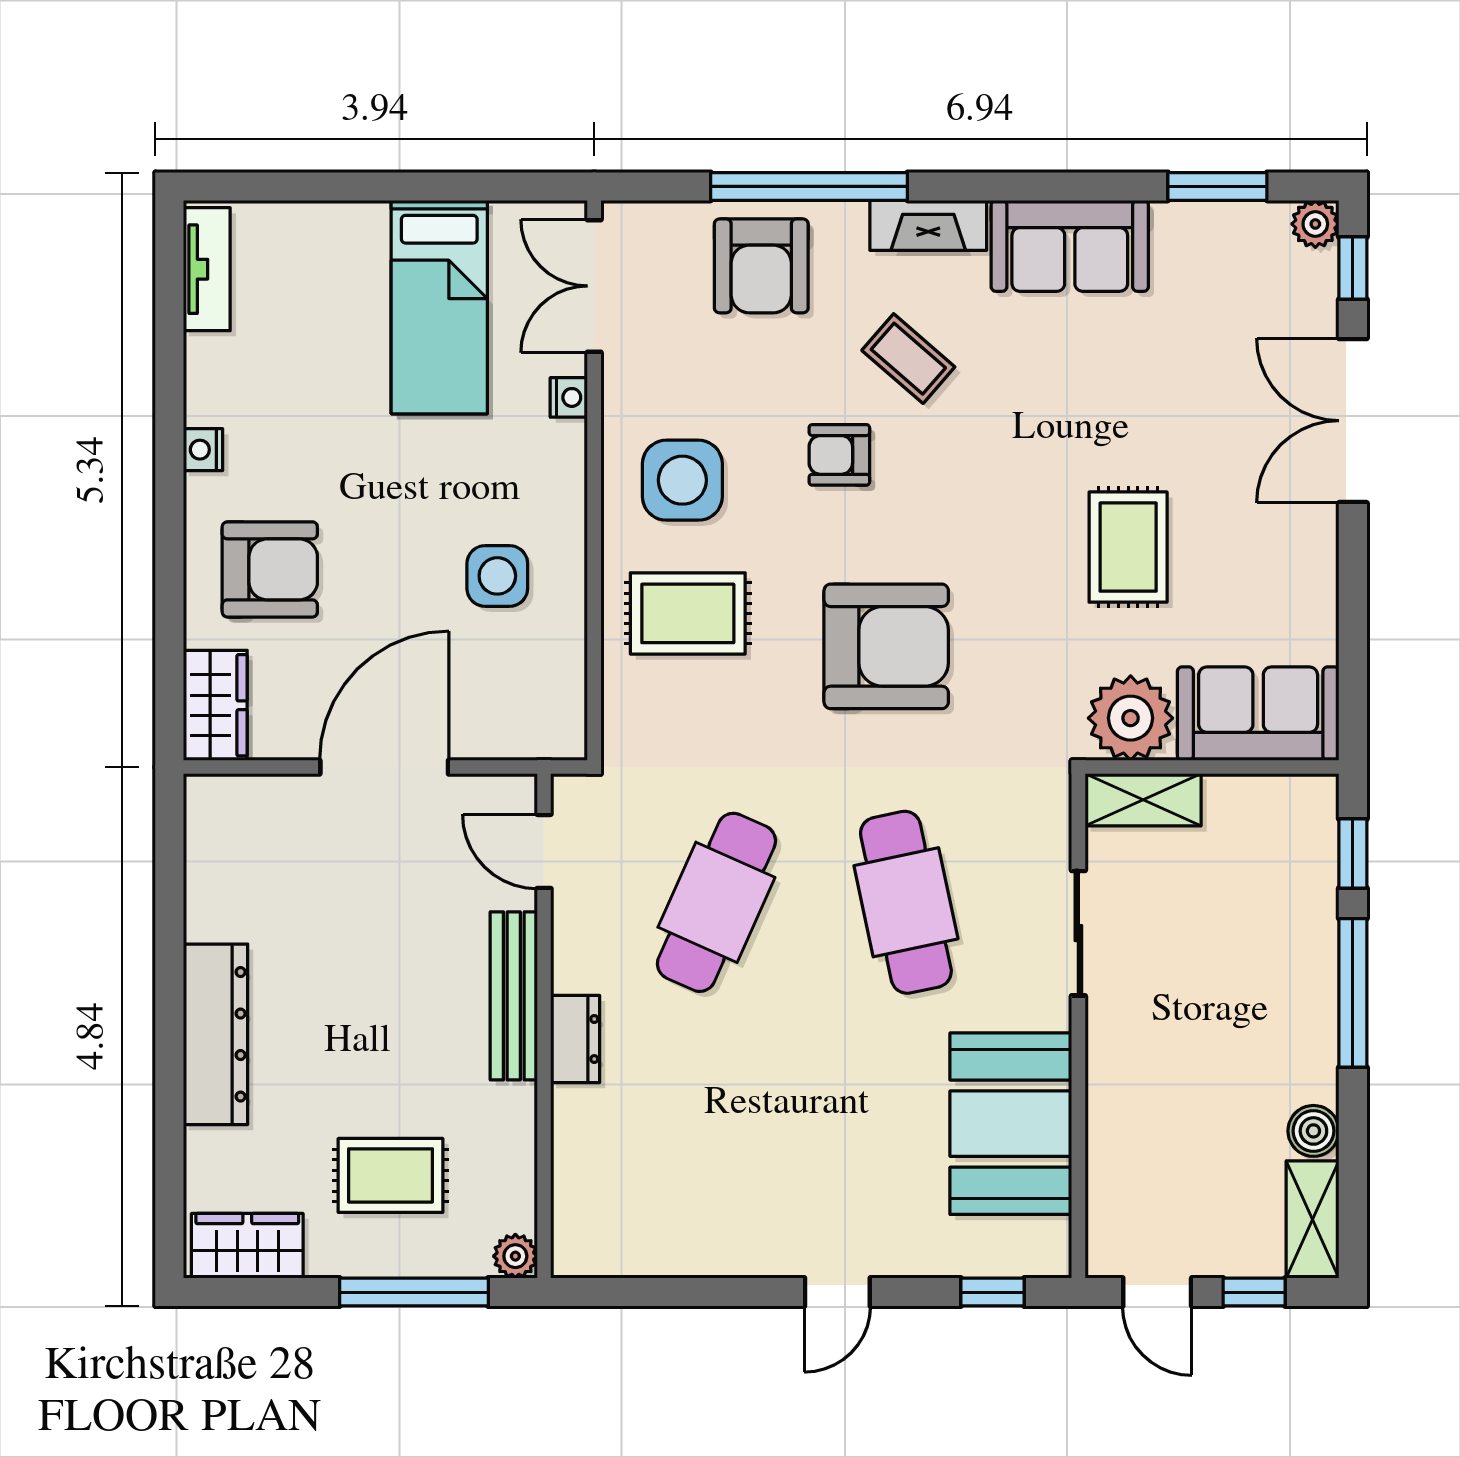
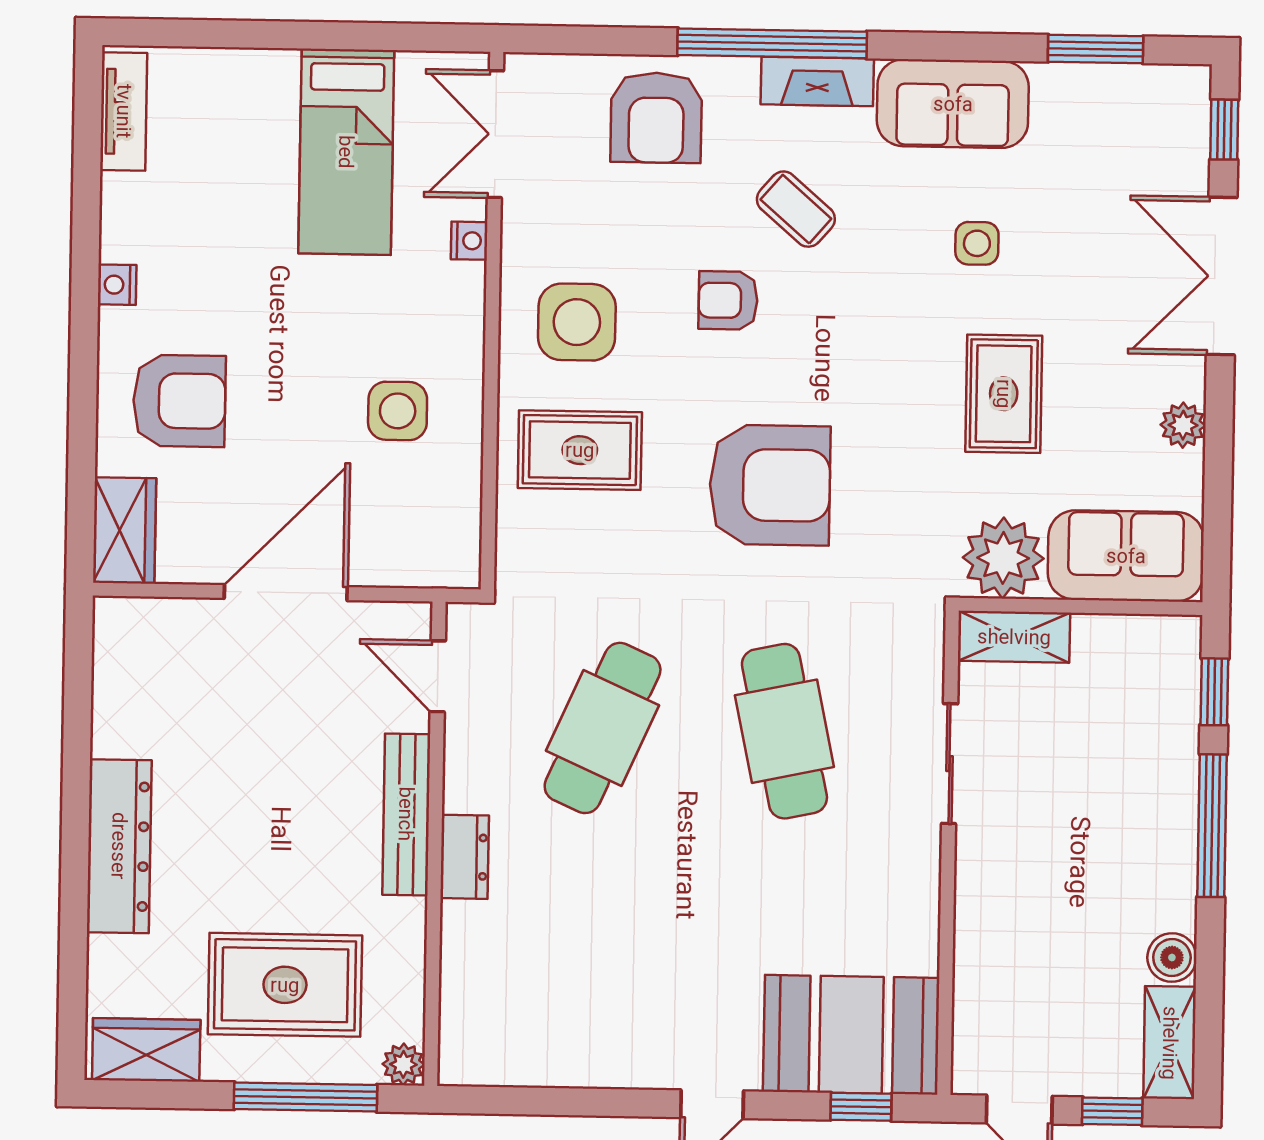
window: (809, 186) -> (772, 43), moved
plant: (1315, 224) -> (1183, 425), moved
side table: (1097, 391) -> (977, 243), added
booth: (1011, 1124) -> (851, 1035), moved, turned 90
rug: (391, 1175) -> (285, 985), width x1.36, depth x1.43

